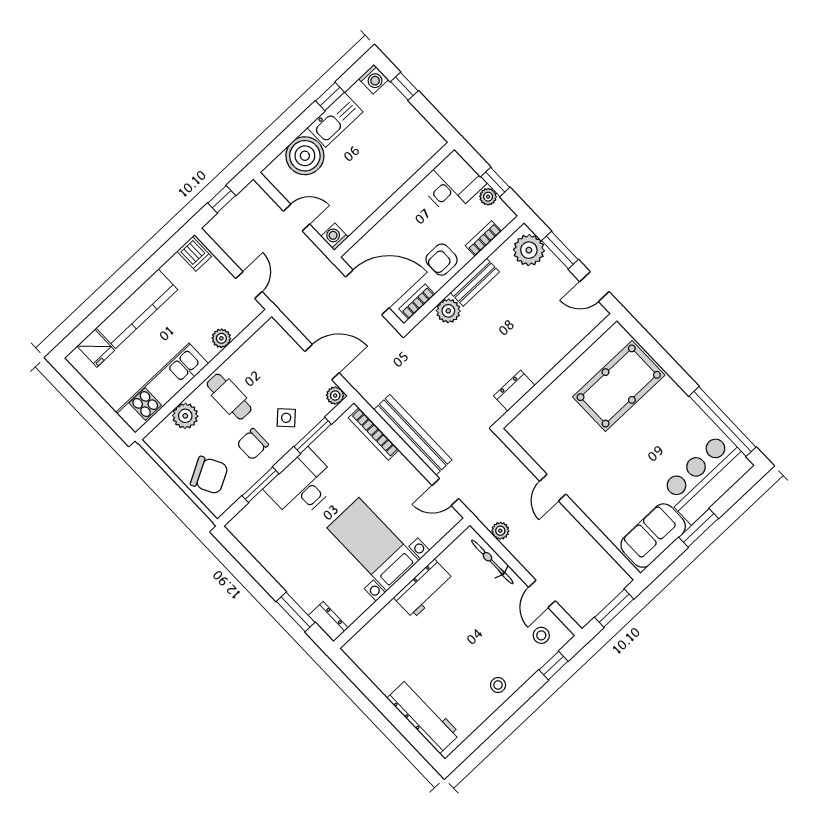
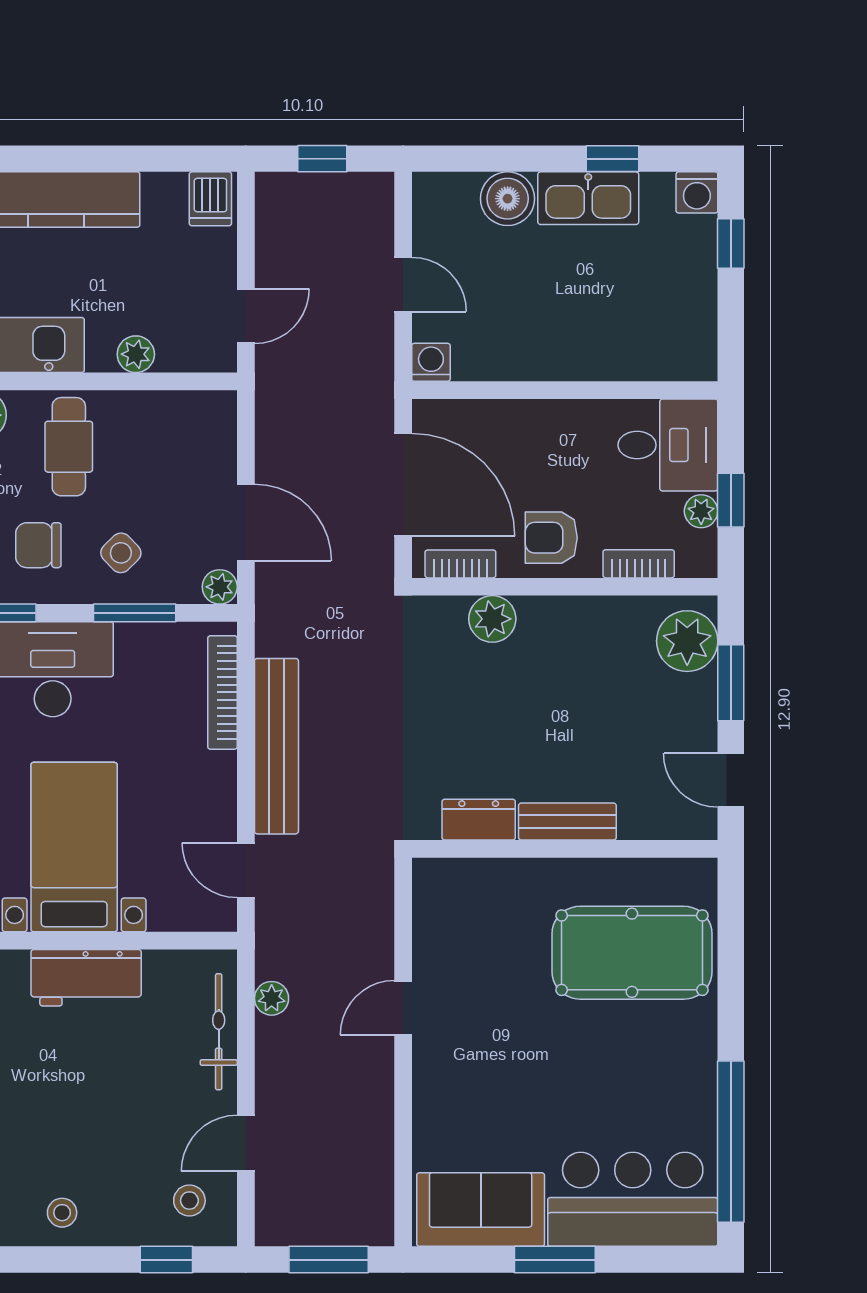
boiler: (305, 156) -> (508, 199), width x0.73, depth x0.73
bench: (475, 282) -> (567, 822), moved

